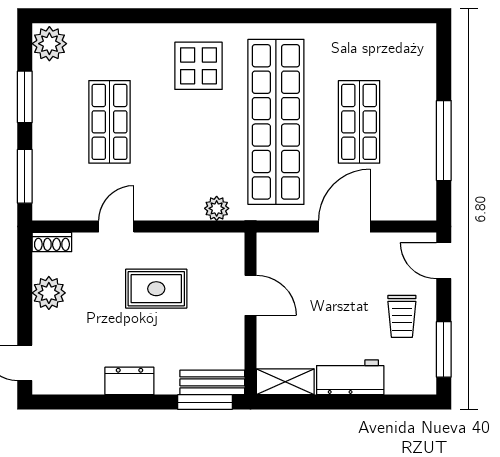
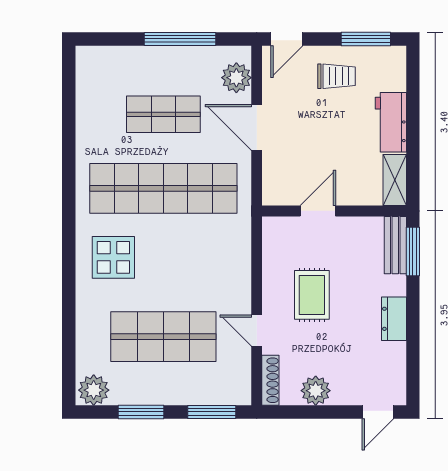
shop shelf: (110, 122) -> (163, 337), width x1.43, depth x1.36
plant: (217, 208) -> (236, 78), moved, width x1.38, depth x1.38
shoe rack: (52, 242) -> (270, 380), width x1.43

